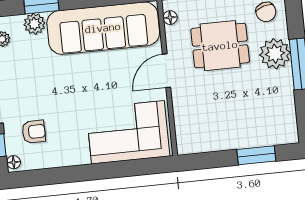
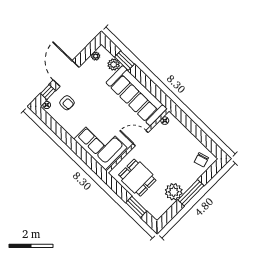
dining table: (220, 46) -> (137, 178), moved
plant: (275, 54) -> (174, 192), moved

